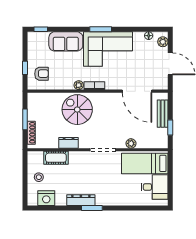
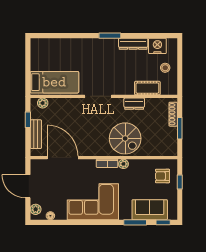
window: (101, 29) -> (135, 222), moved
sofa: (66, 41) -> (150, 210), moved
plant: (131, 143) -> (43, 103), moved
desk: (155, 187) -> (44, 58), removed
dresser: (81, 200) -> (133, 44), moved

